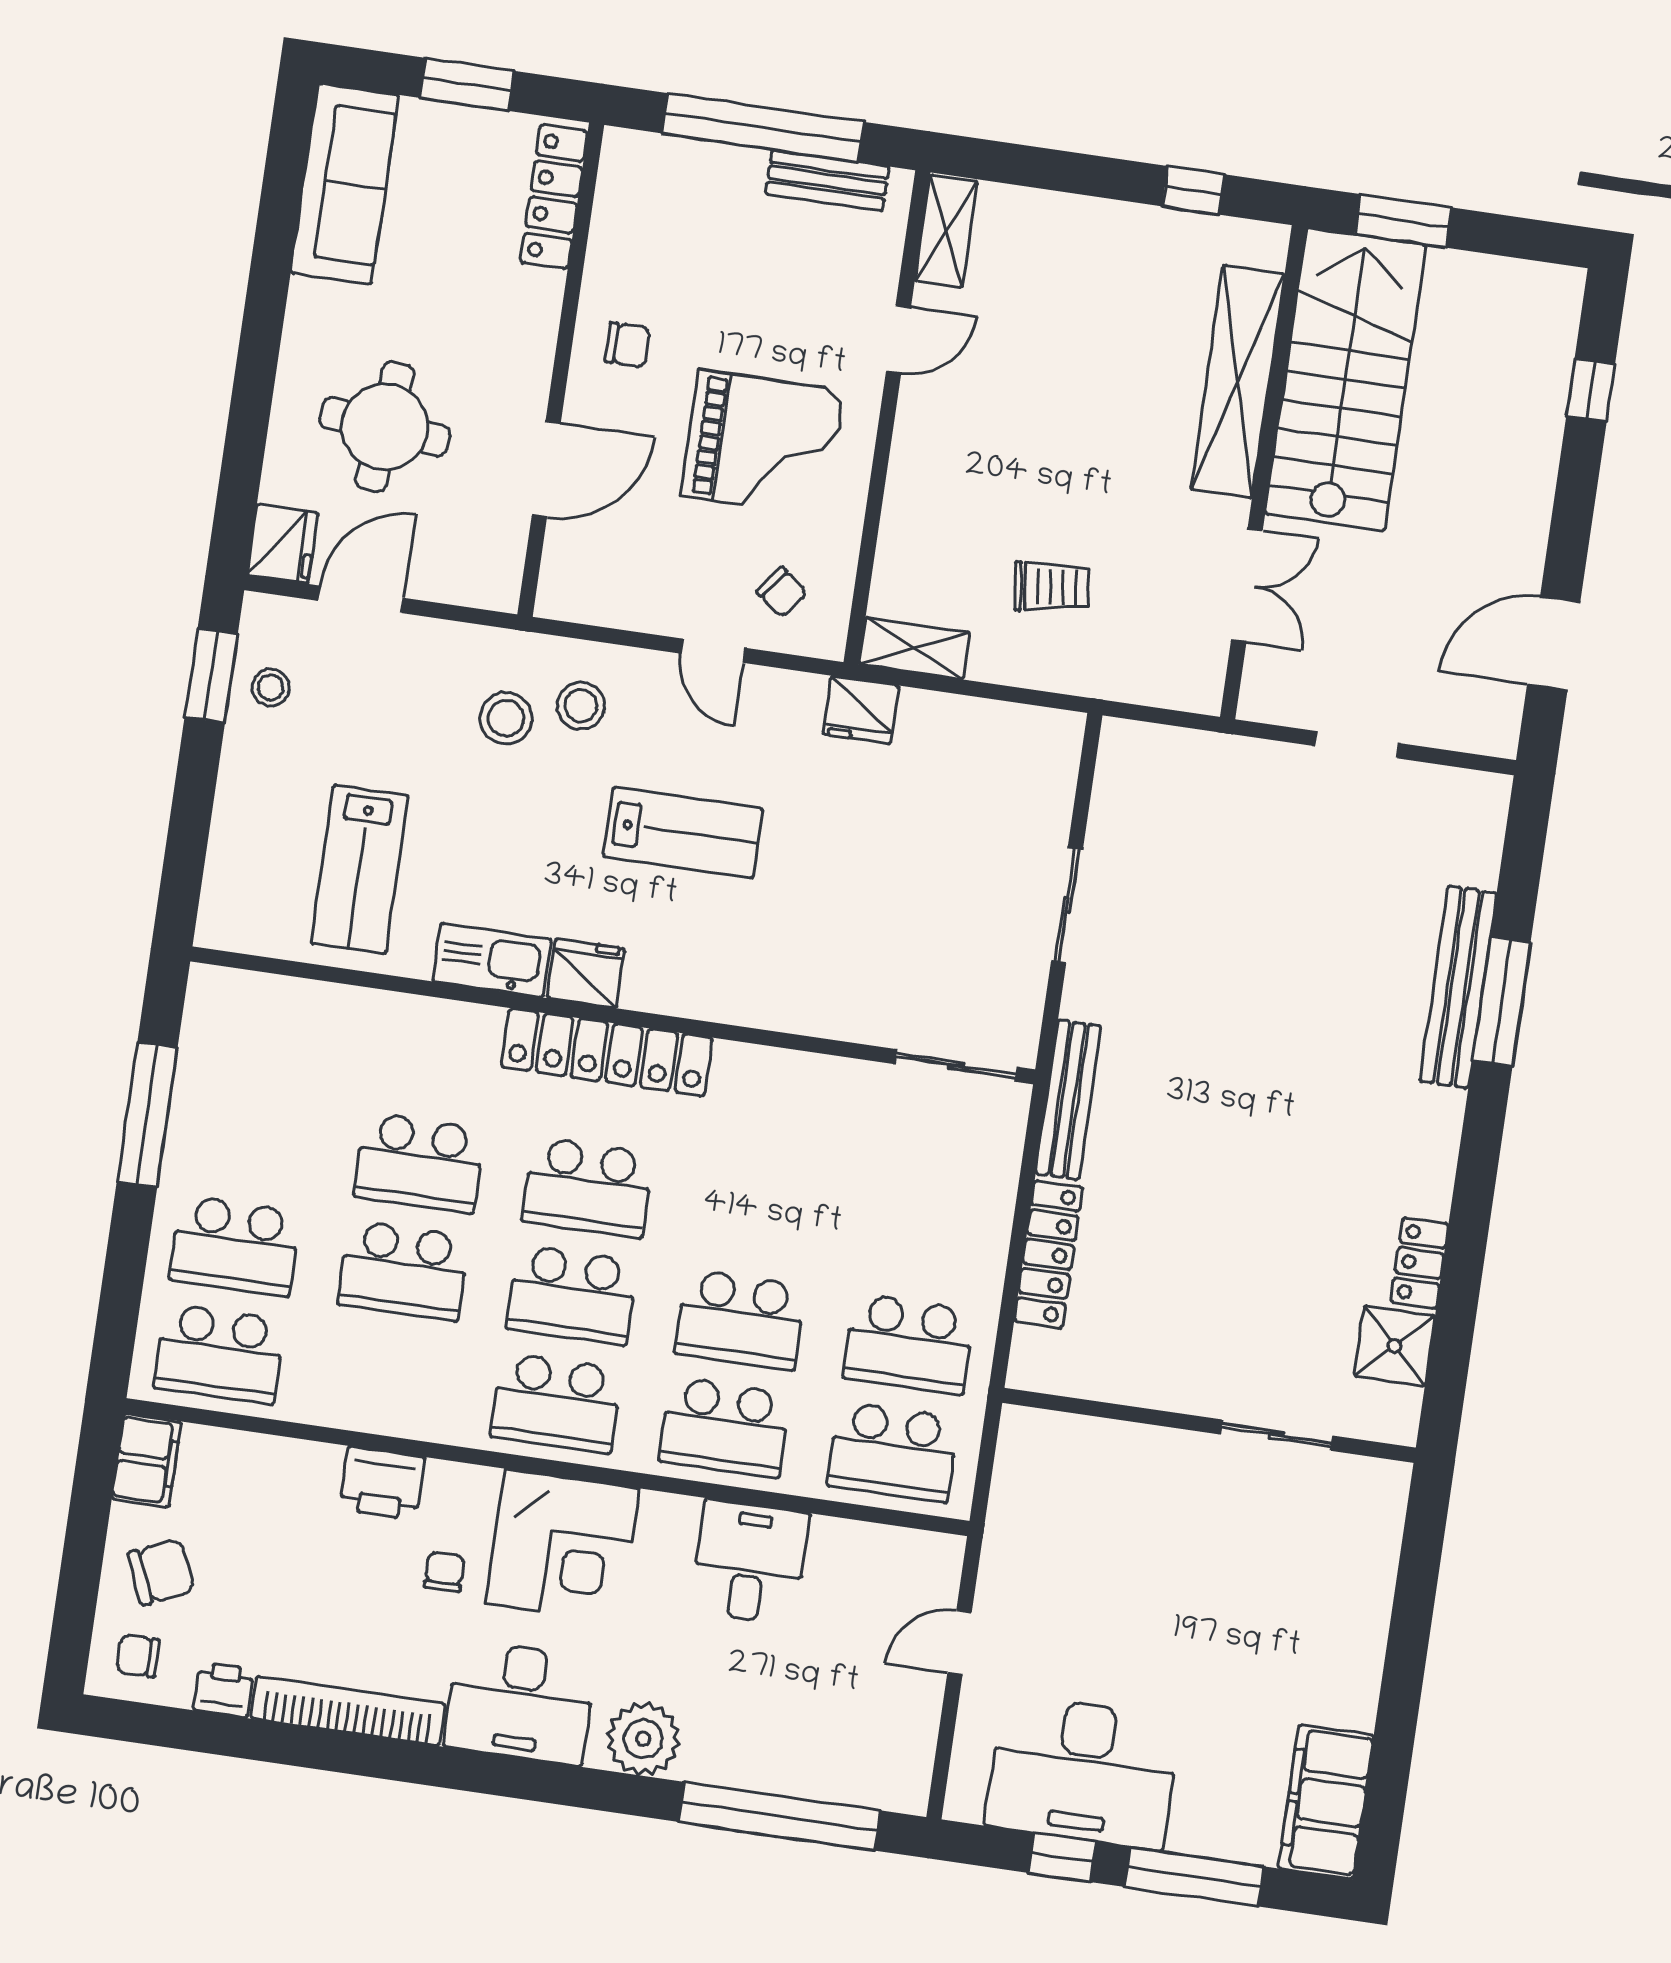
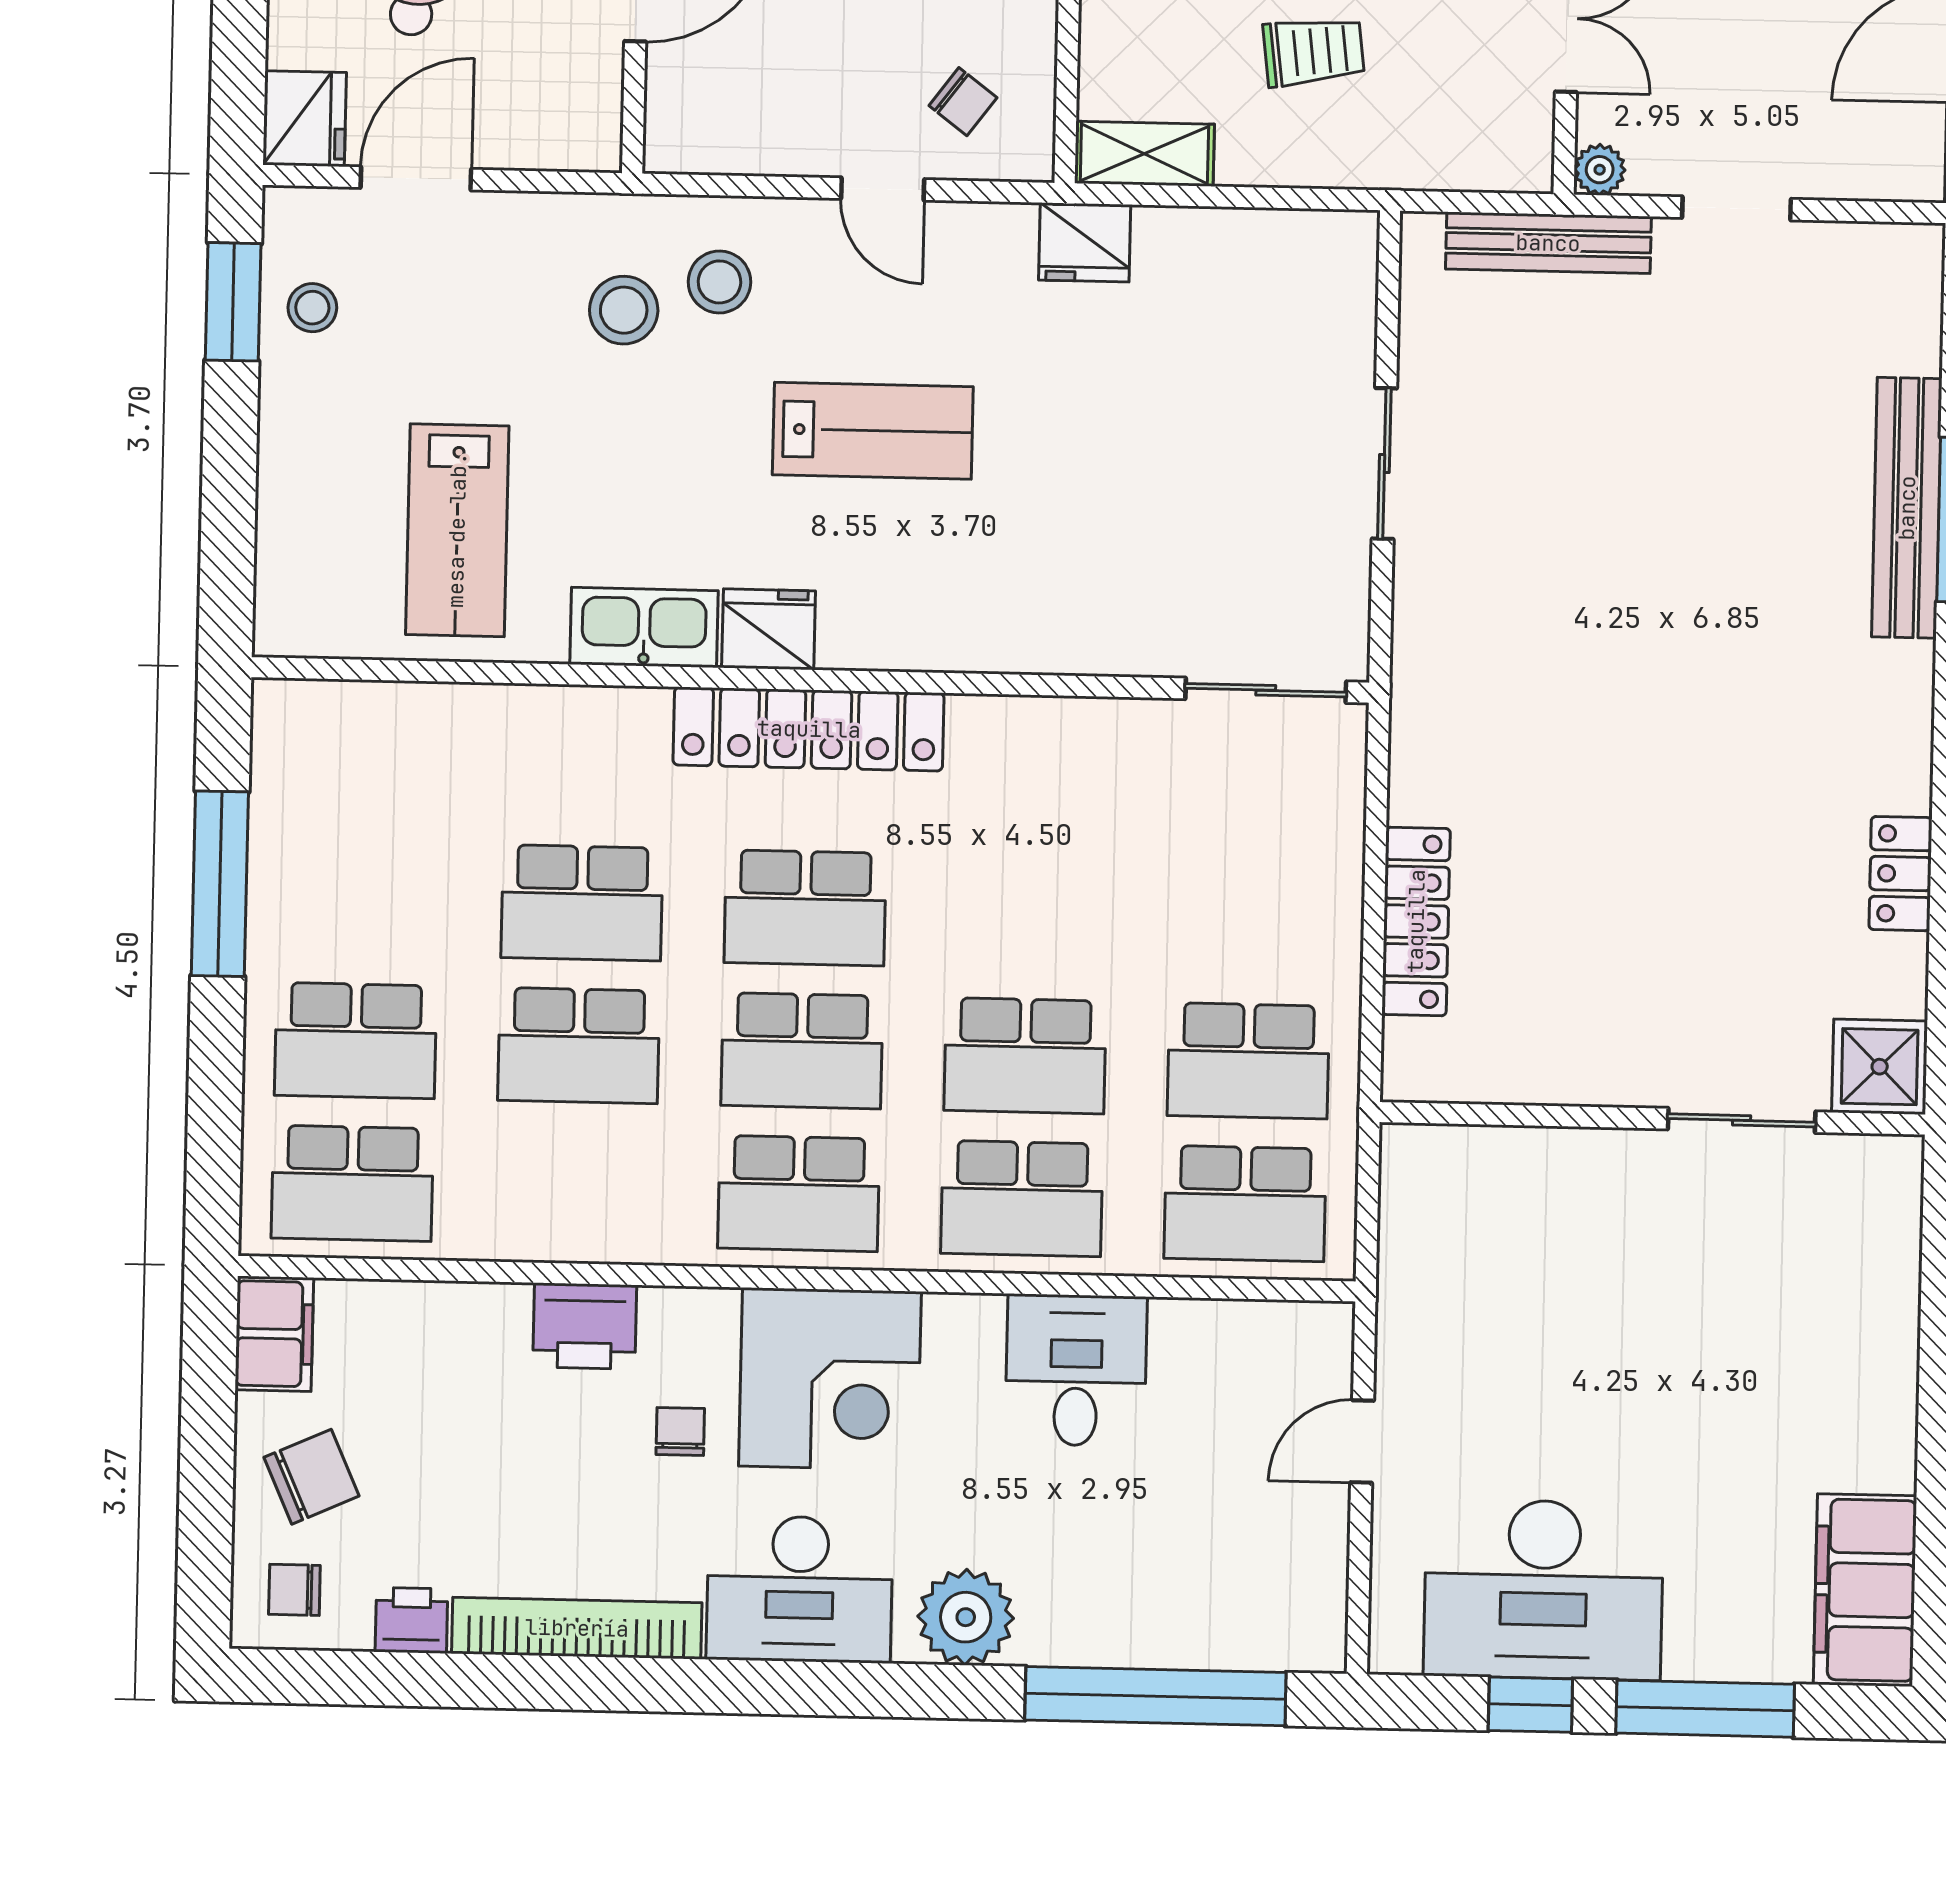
plant: (1257, 703) -> (1600, 170), added
bench: (1068, 1100) -> (1548, 243), moved, turned 90
shower: (1395, 1346) -> (1880, 1067), moved

